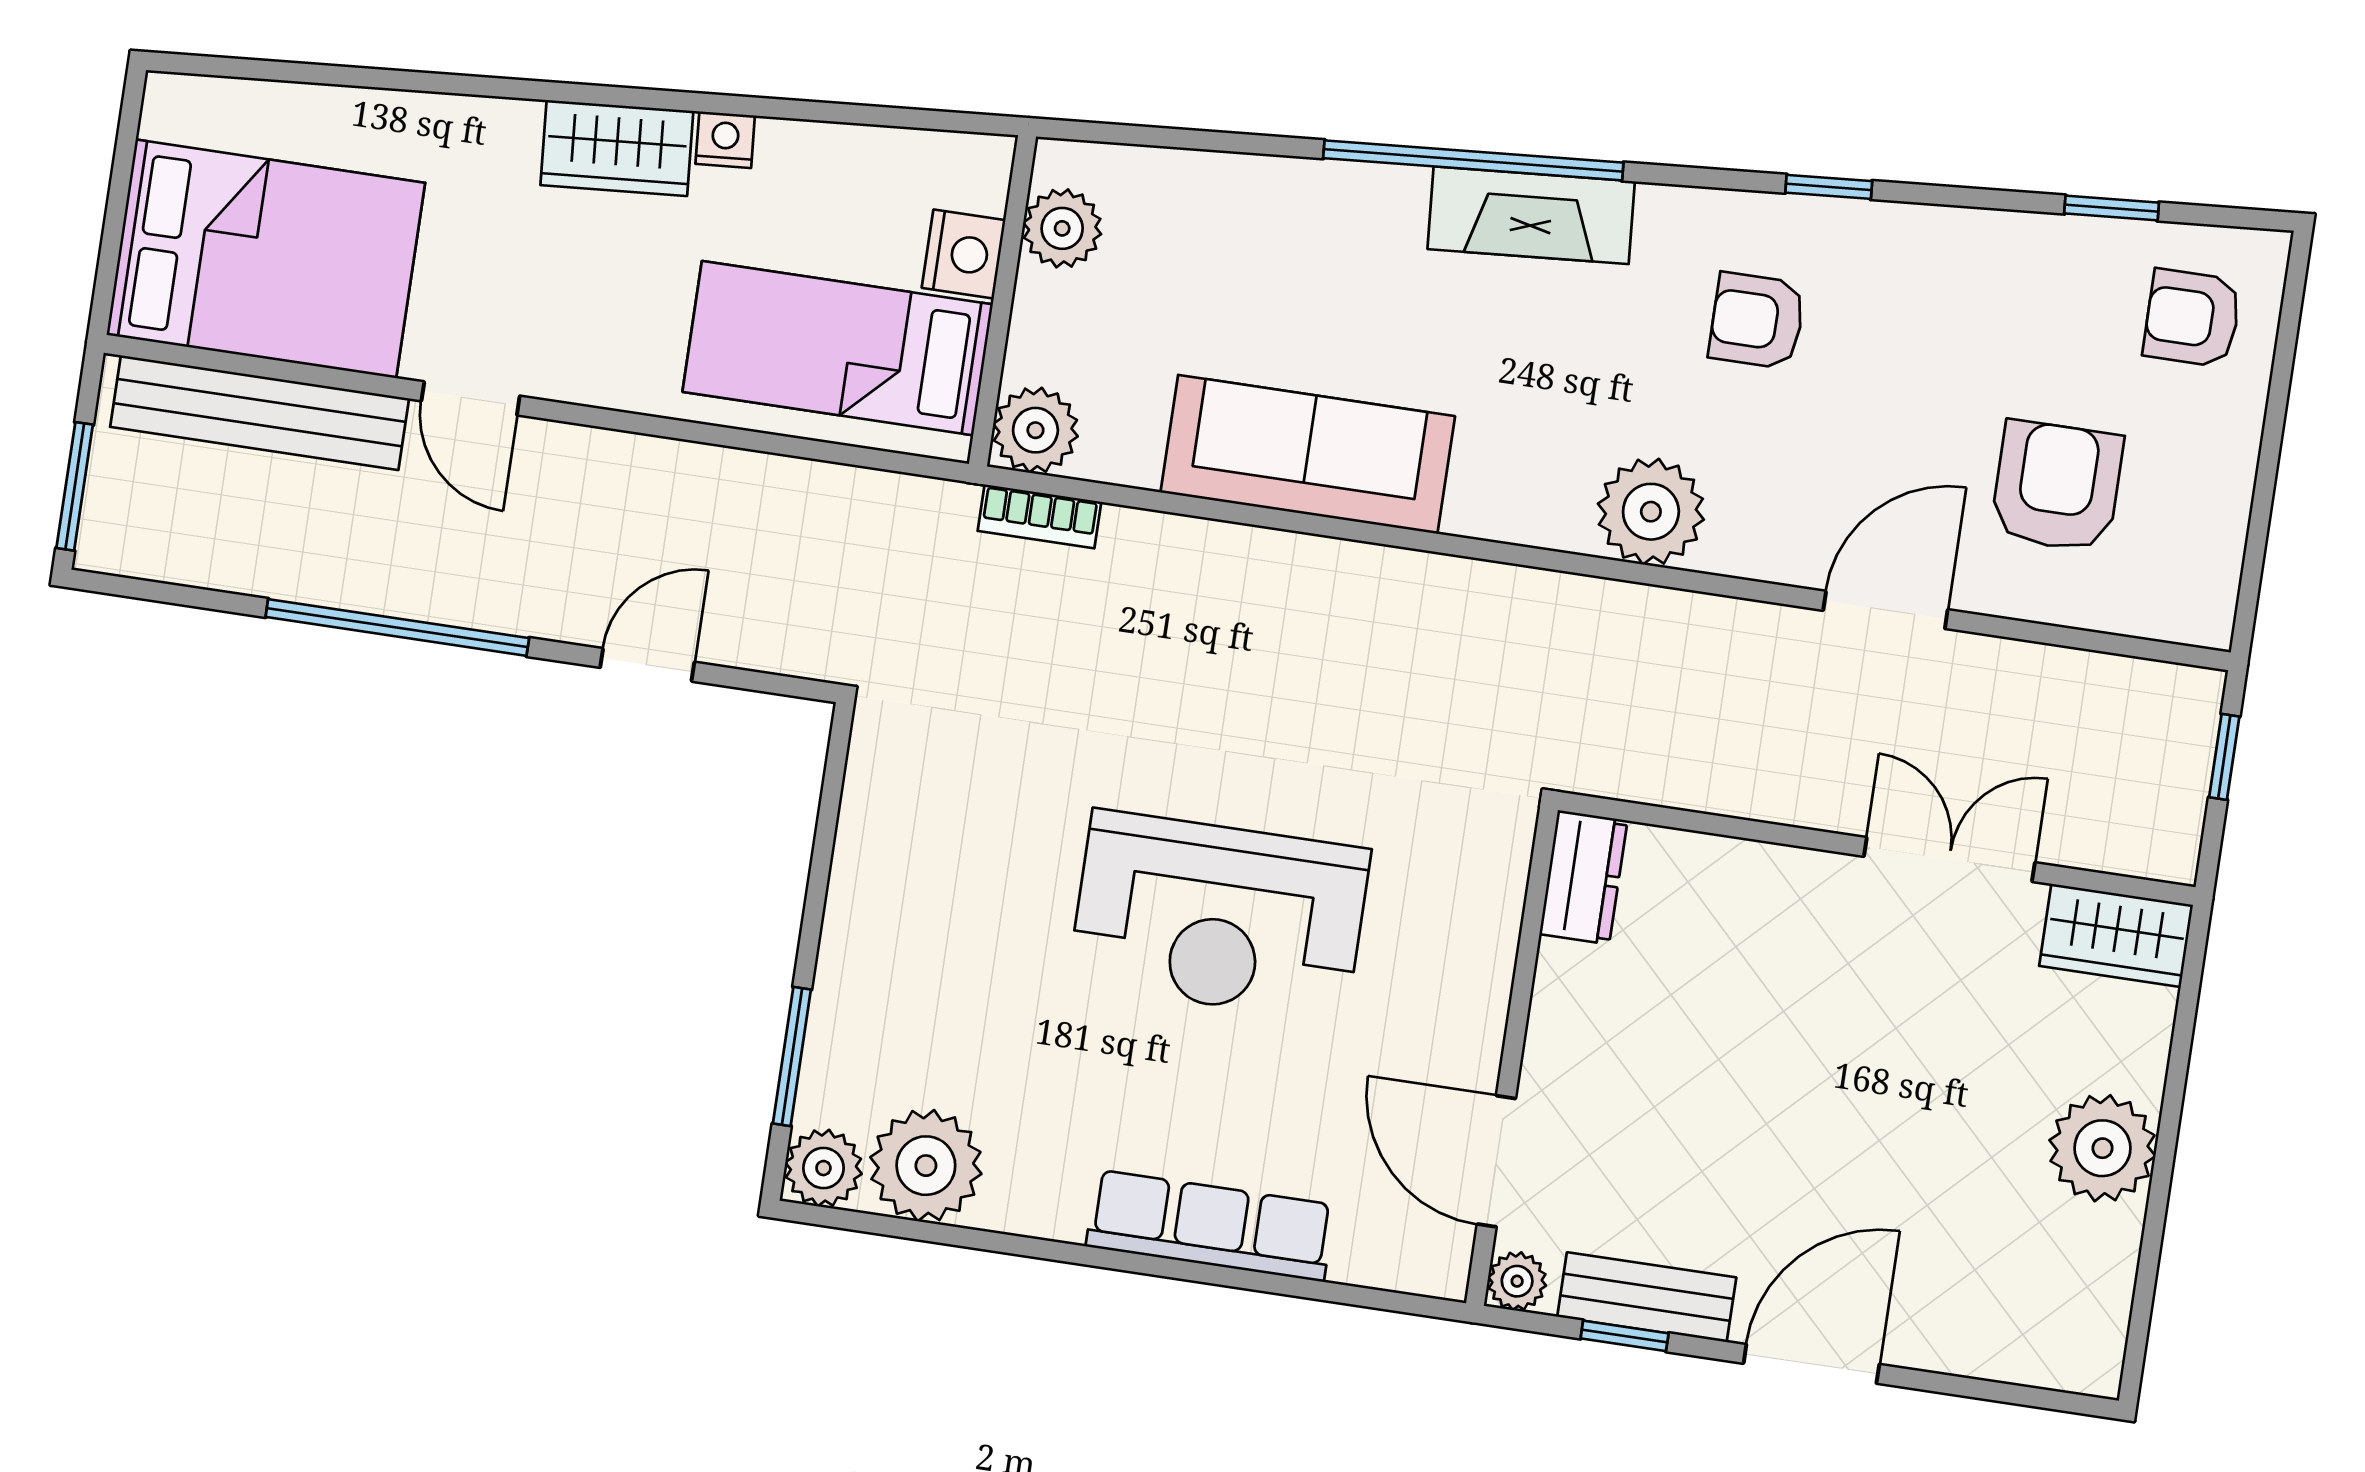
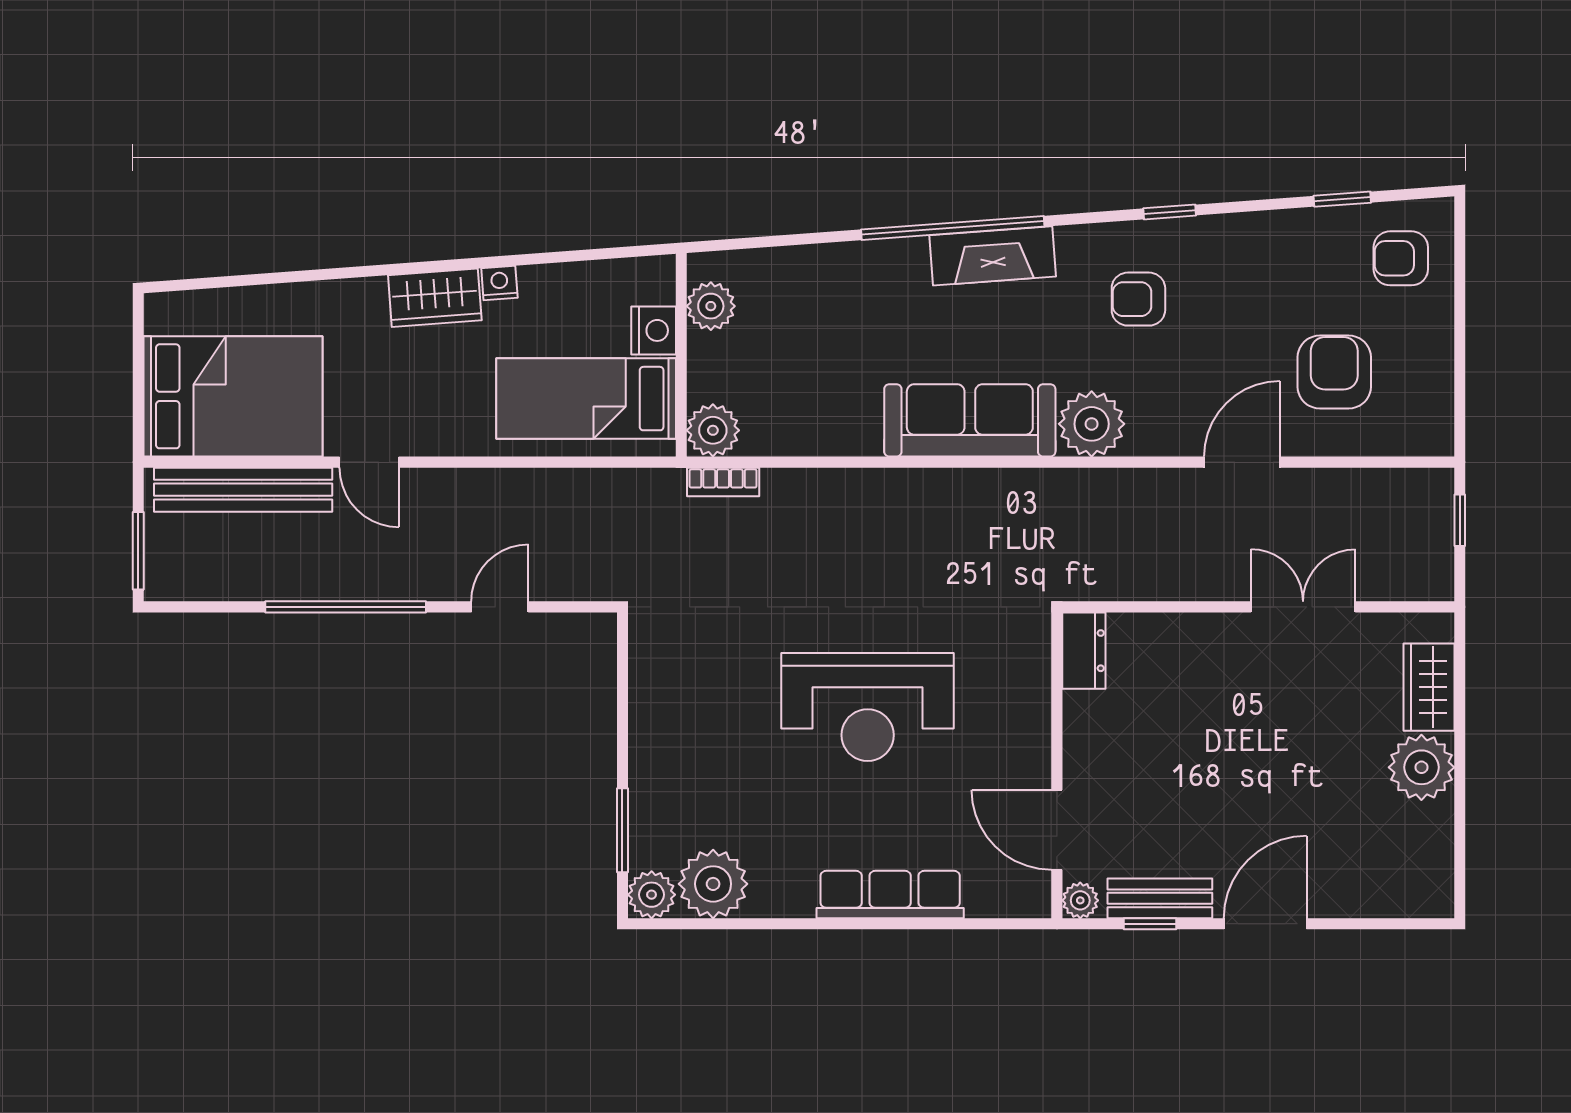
sofa: (1308, 454) -> (970, 420), moved
wardrobe: (2116, 935) -> (1429, 687), moved, turned 90

